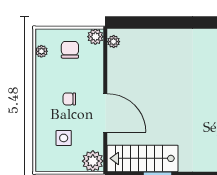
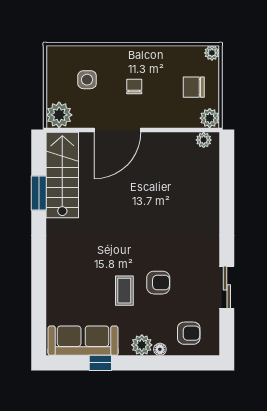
chair: (70, 50) -> (194, 87), turned 180
plant: (41, 51) -> (212, 53), moved

